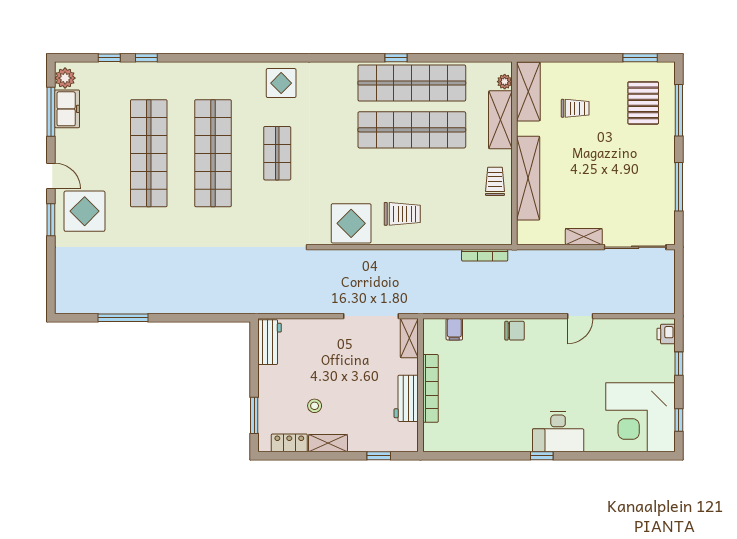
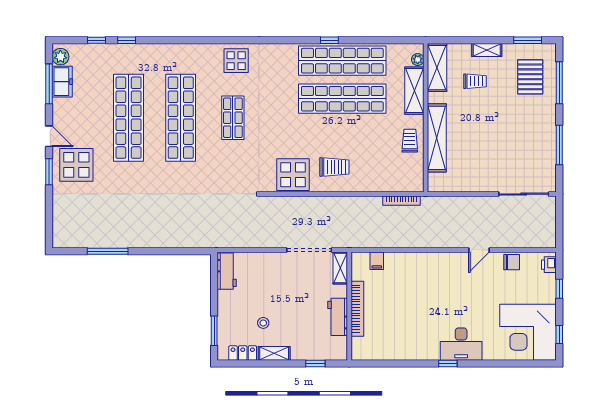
shelving: (584, 237) -> (487, 50), moved
chair: (515, 331) -> (512, 262), moved

